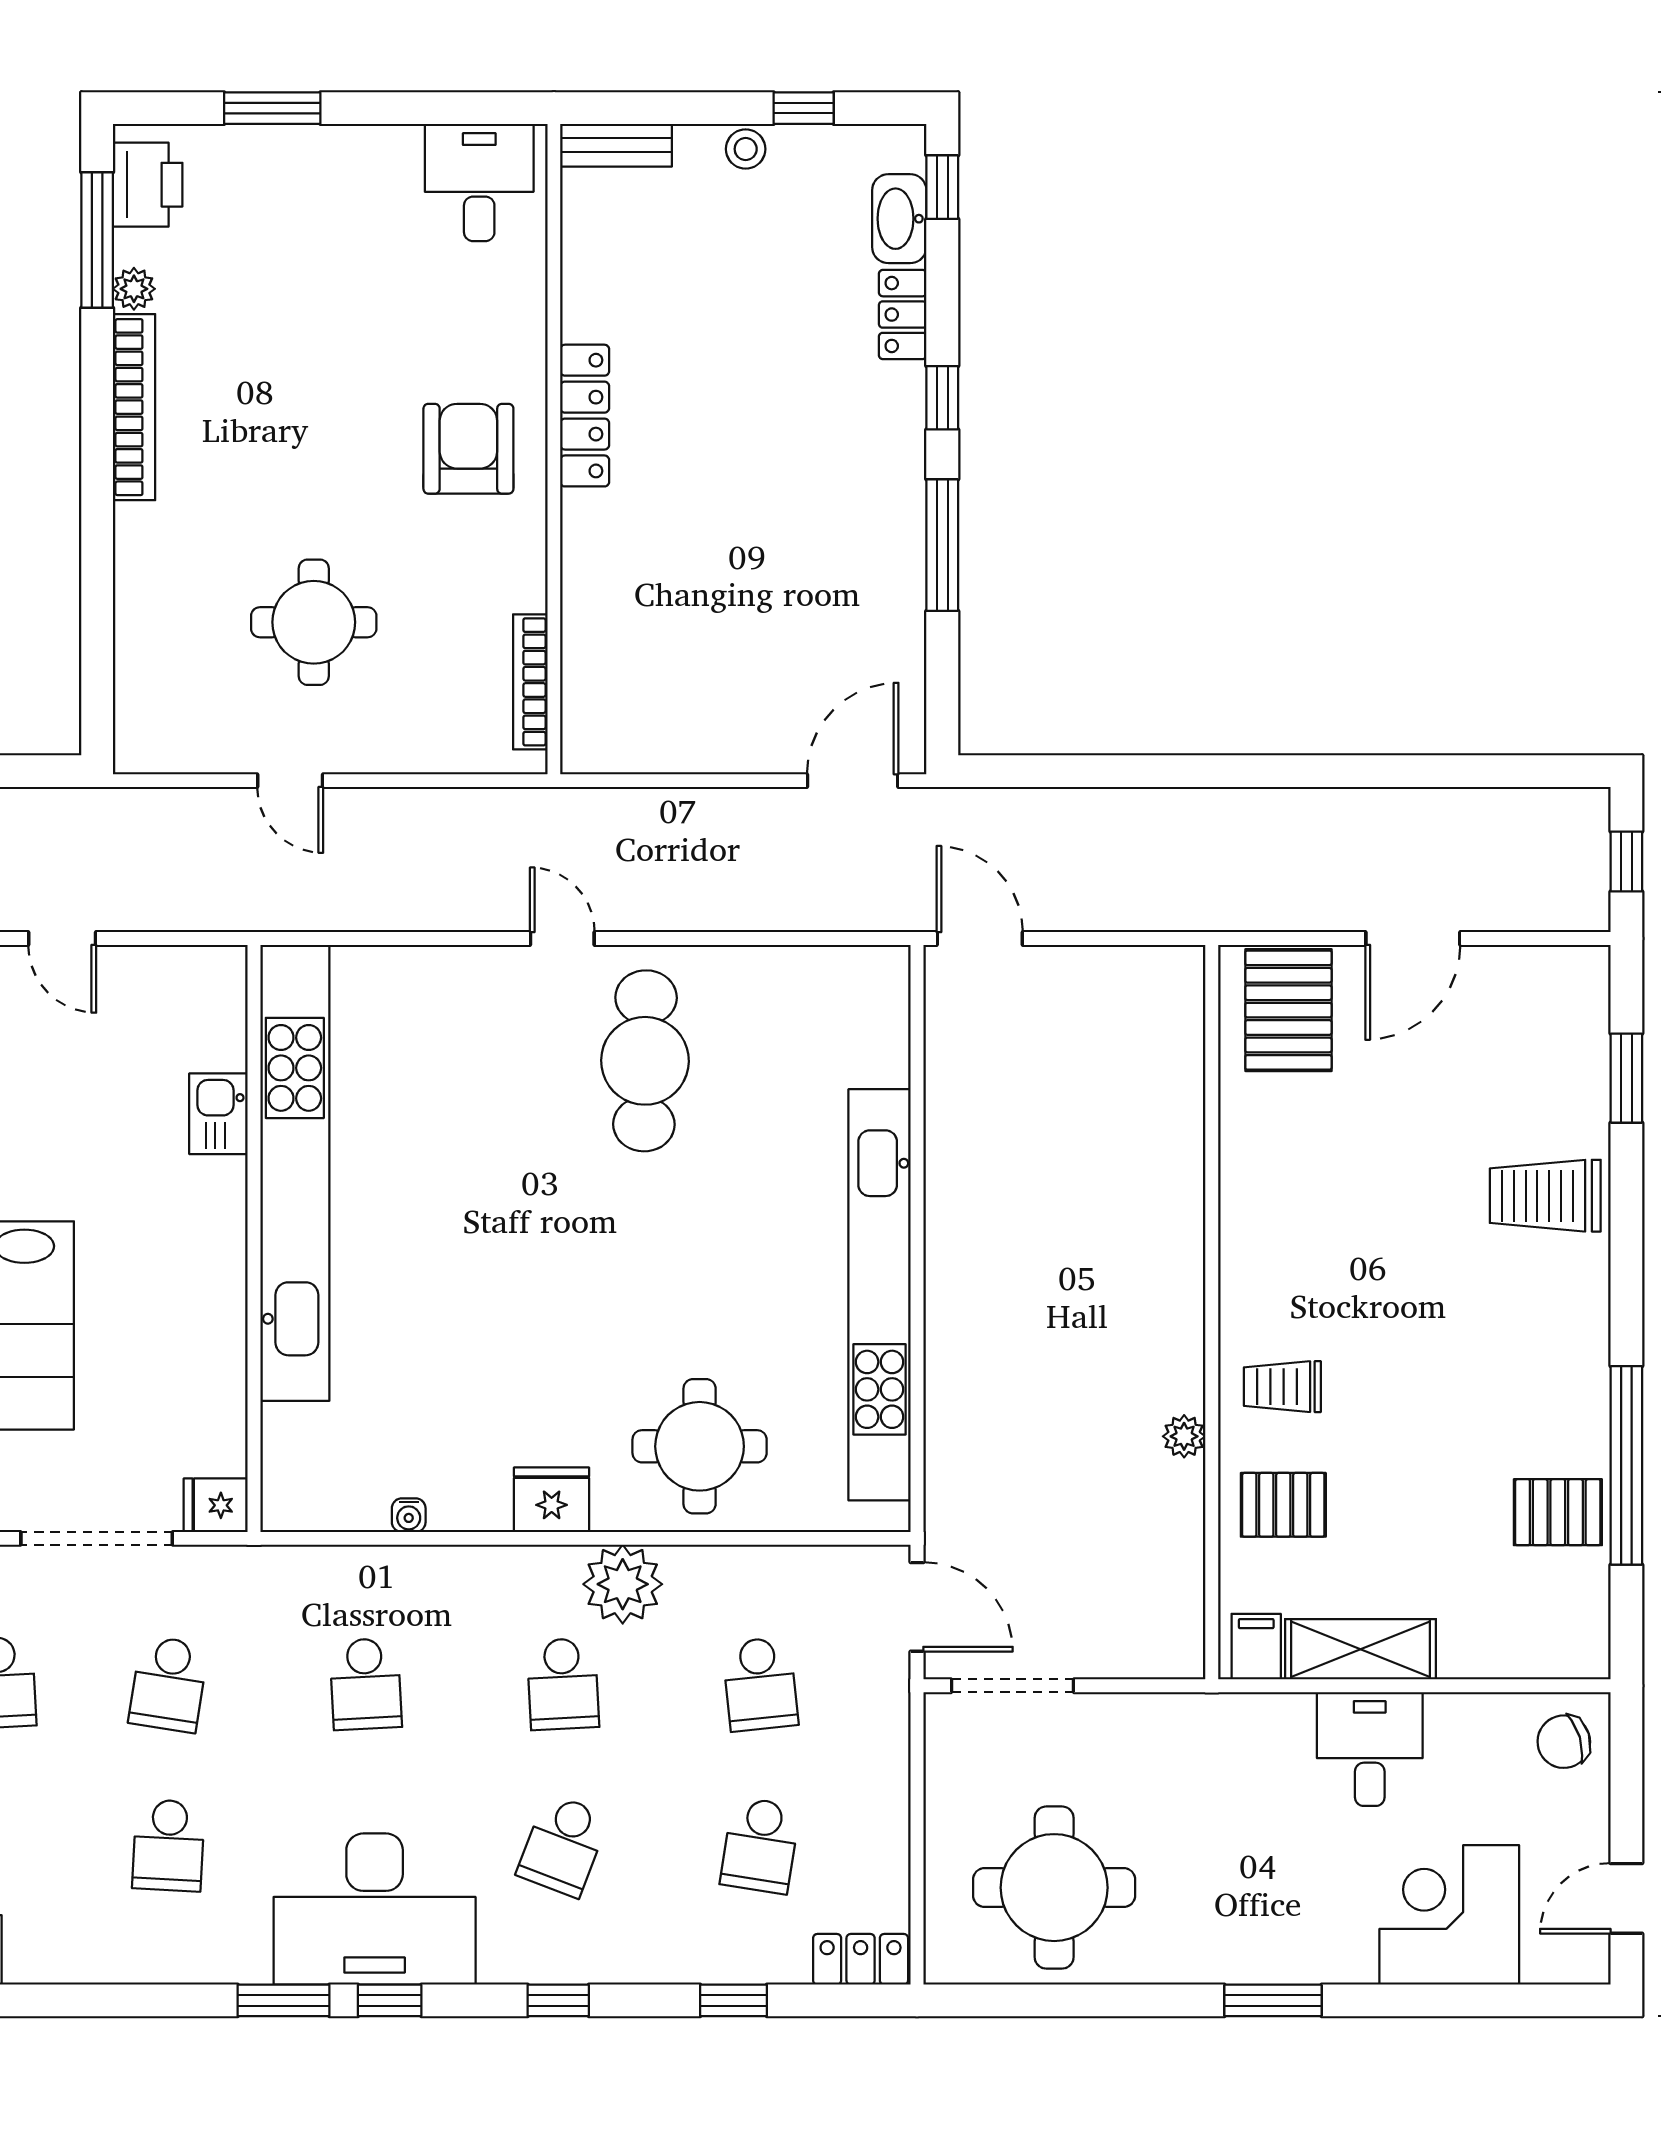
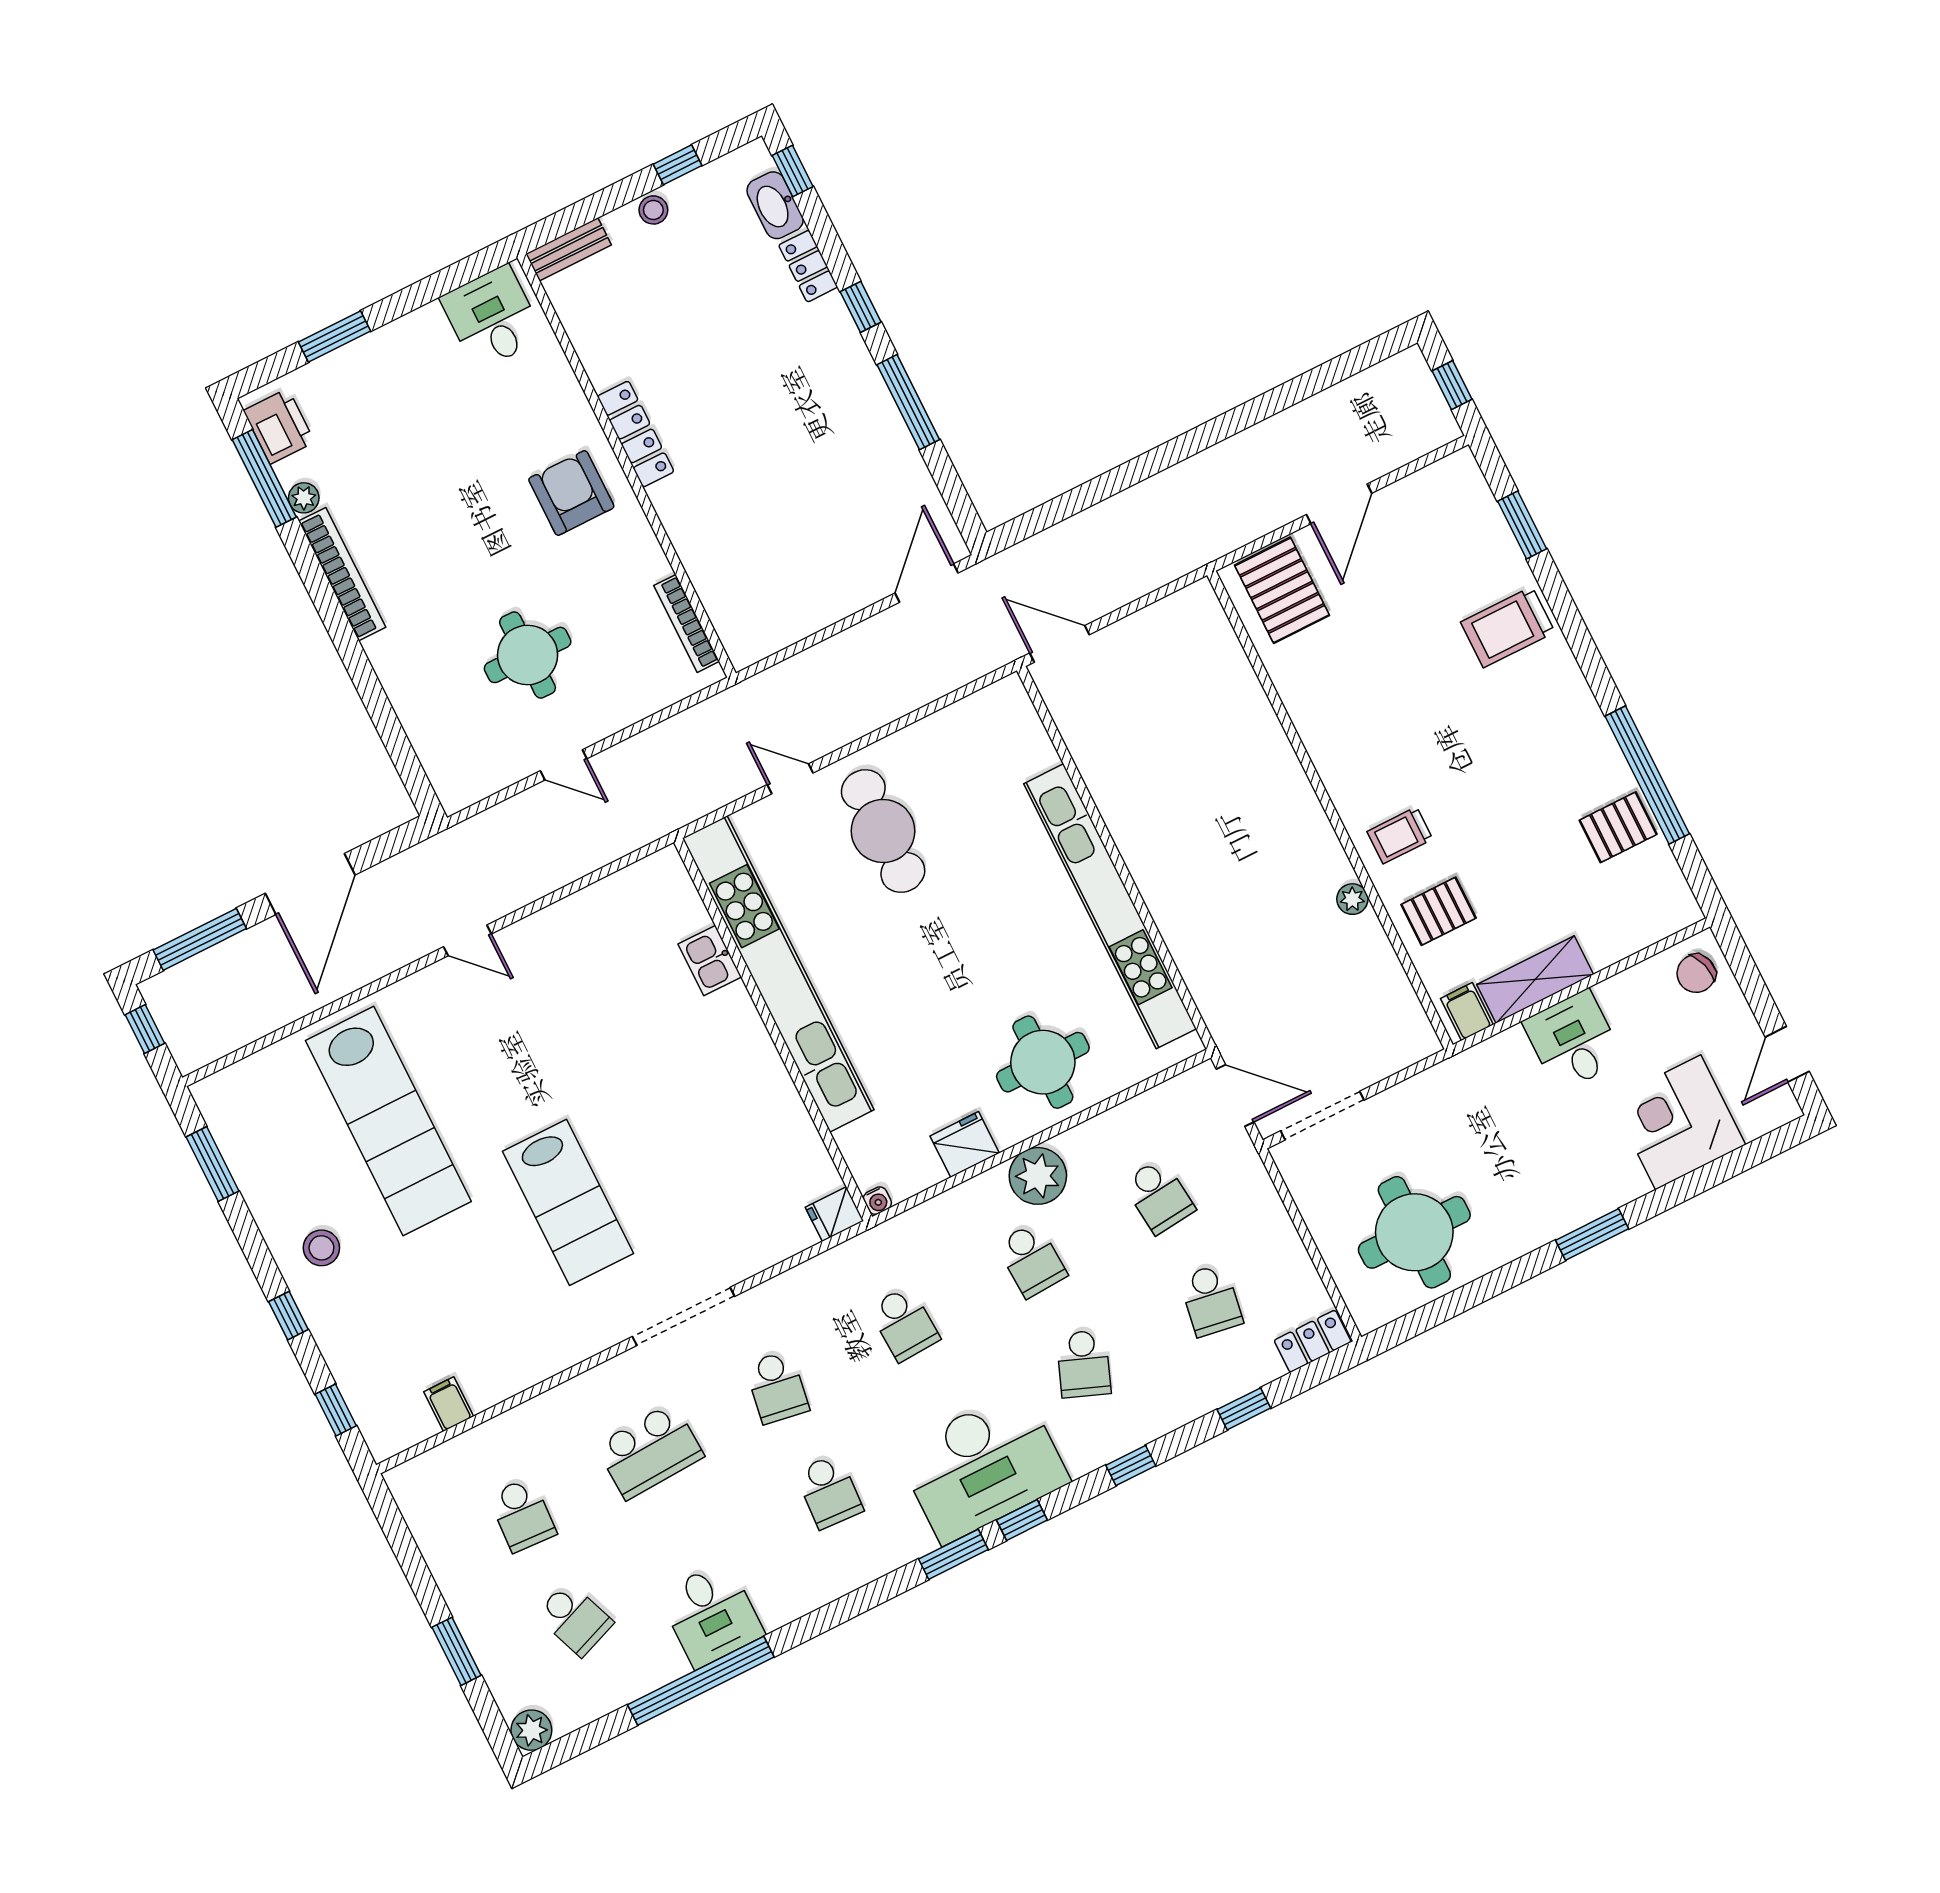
kitchen sink: (218, 1114) -> (710, 961), moved
kitchen unit: (295, 1173) -> (778, 974), moved
wall: (254, 1238) -> (773, 1029), moved
fridge: (216, 1505) -> (835, 1214), moved

